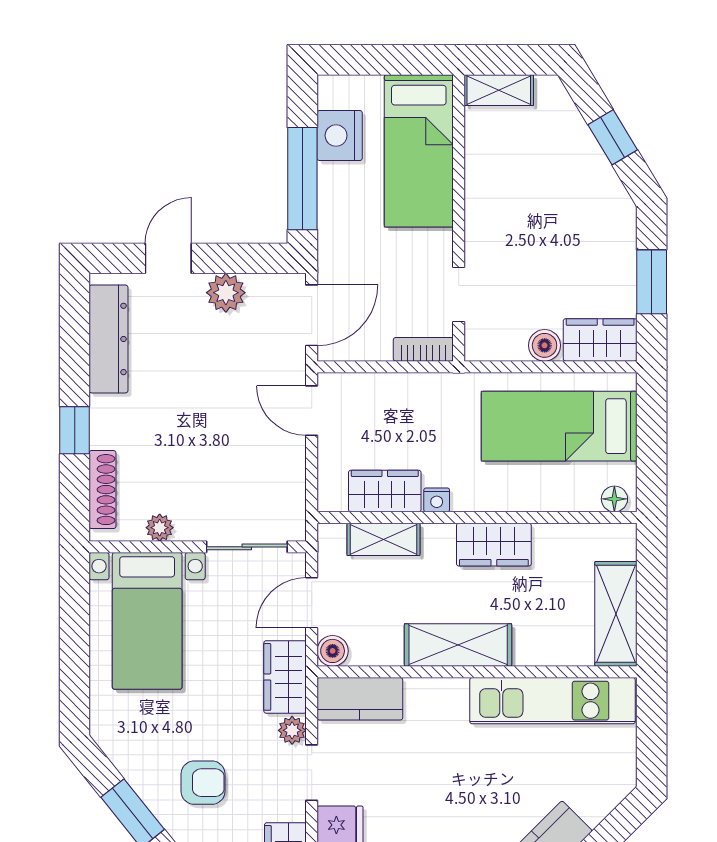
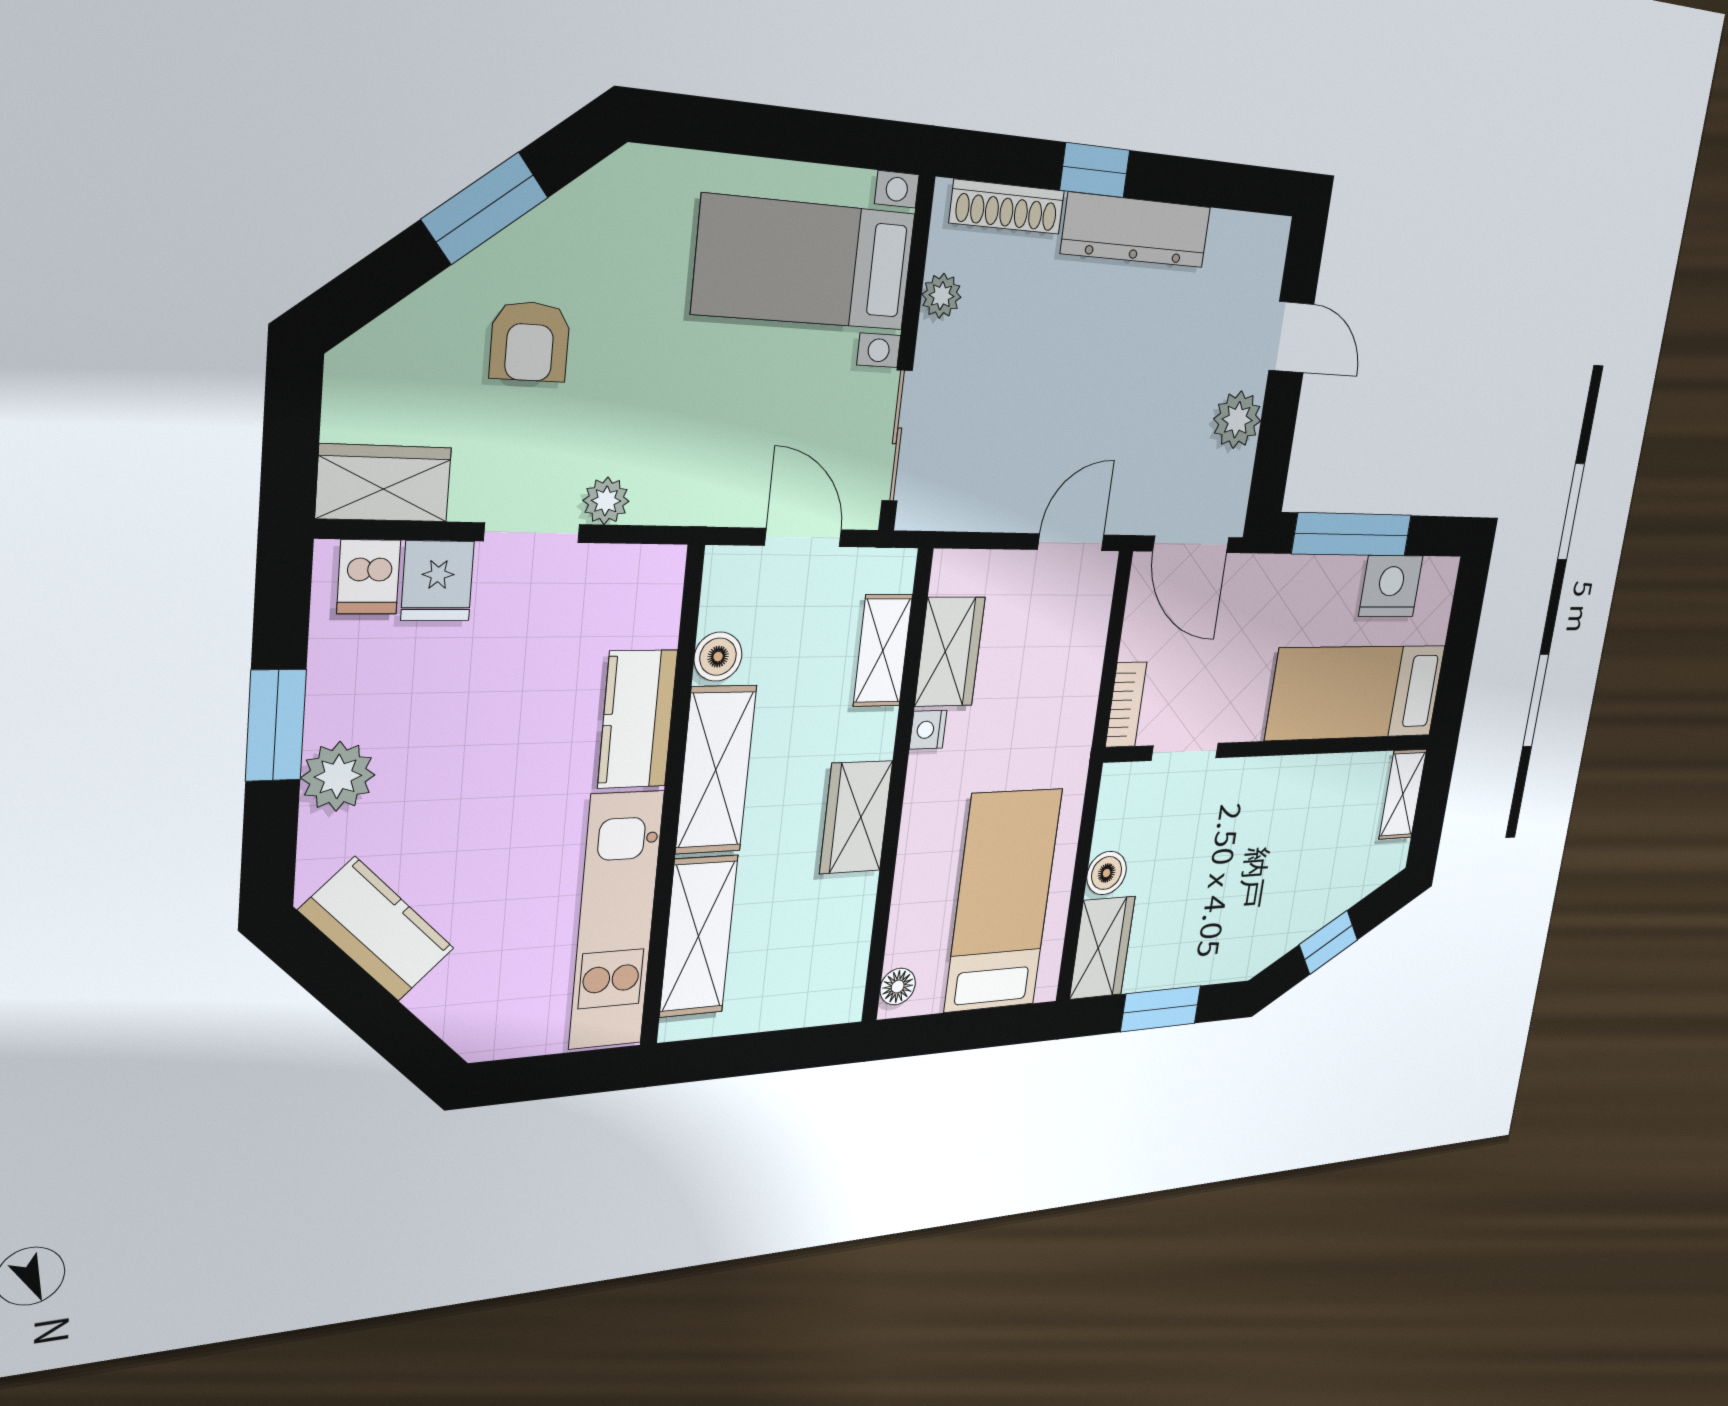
dresser: (109, 339) -> (1136, 230), moved
shelving: (616, 614) -> (698, 936), moved, turned 90
boiler: (333, 651) -> (718, 657), moved
wardrobe: (285, 677) -> (694, 491), removed
kitchen counter: (360, 699) -> (638, 719), moved

